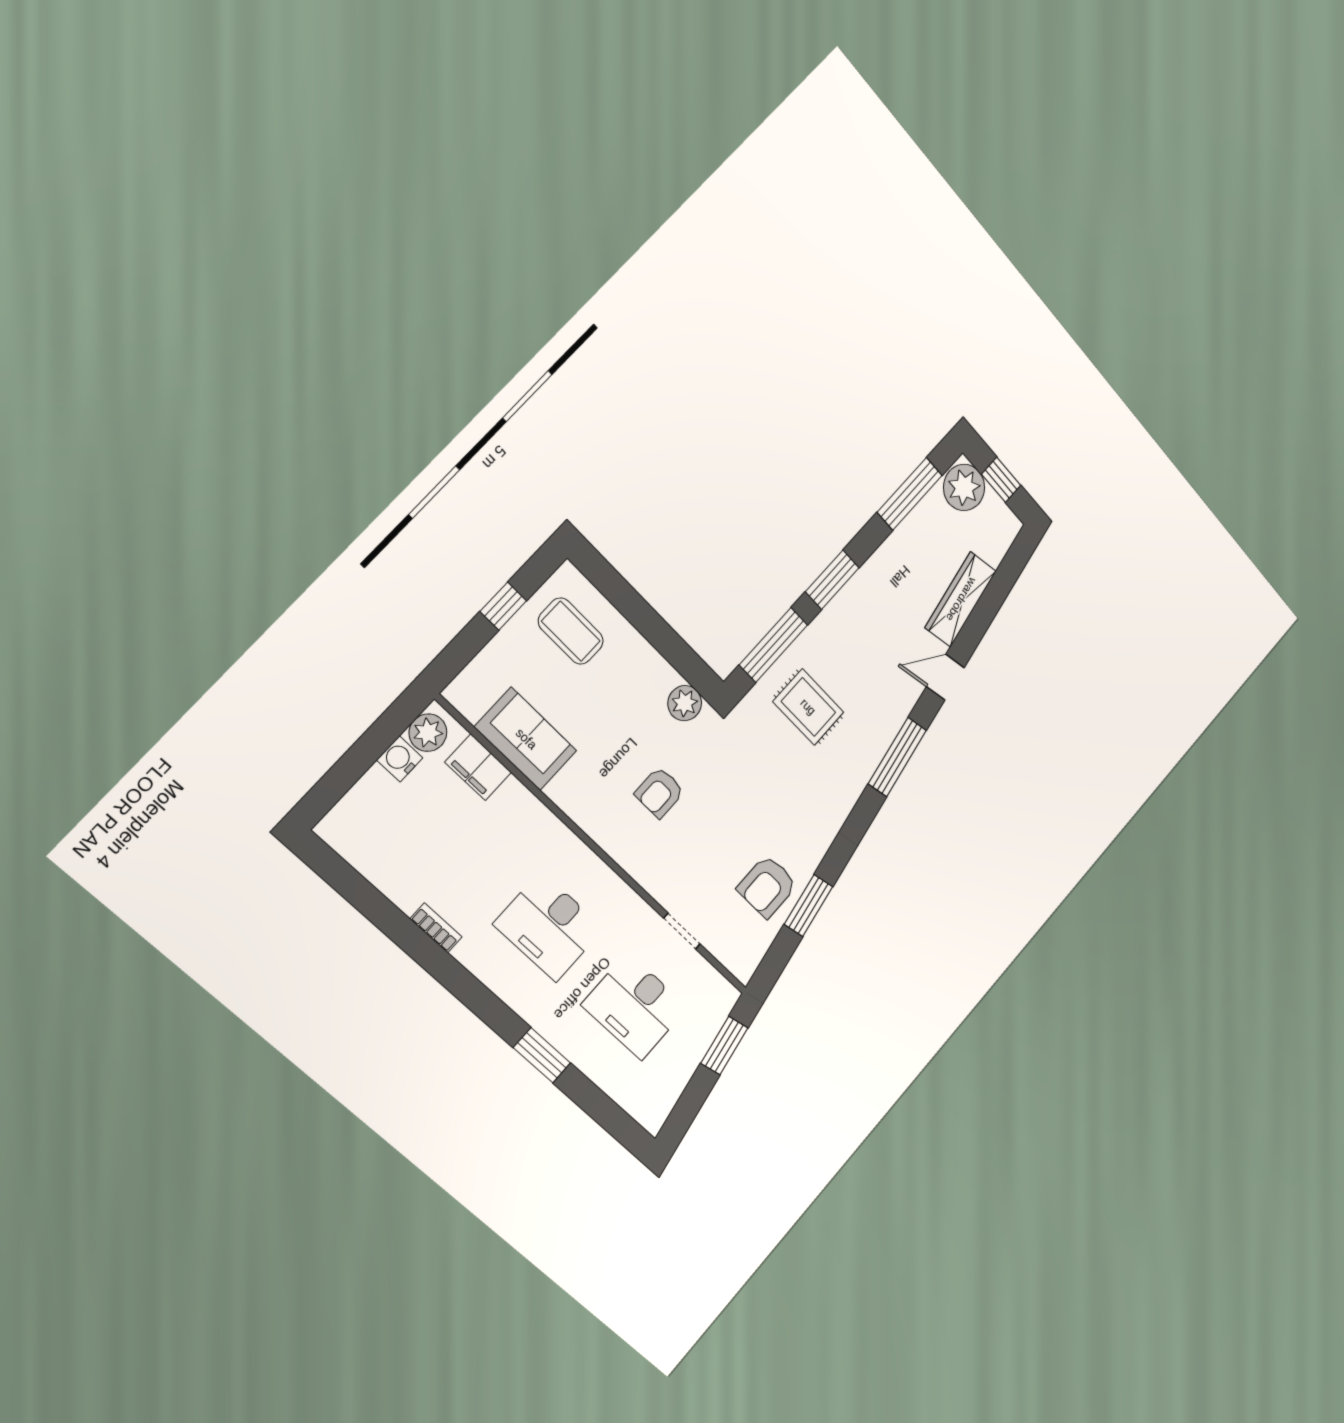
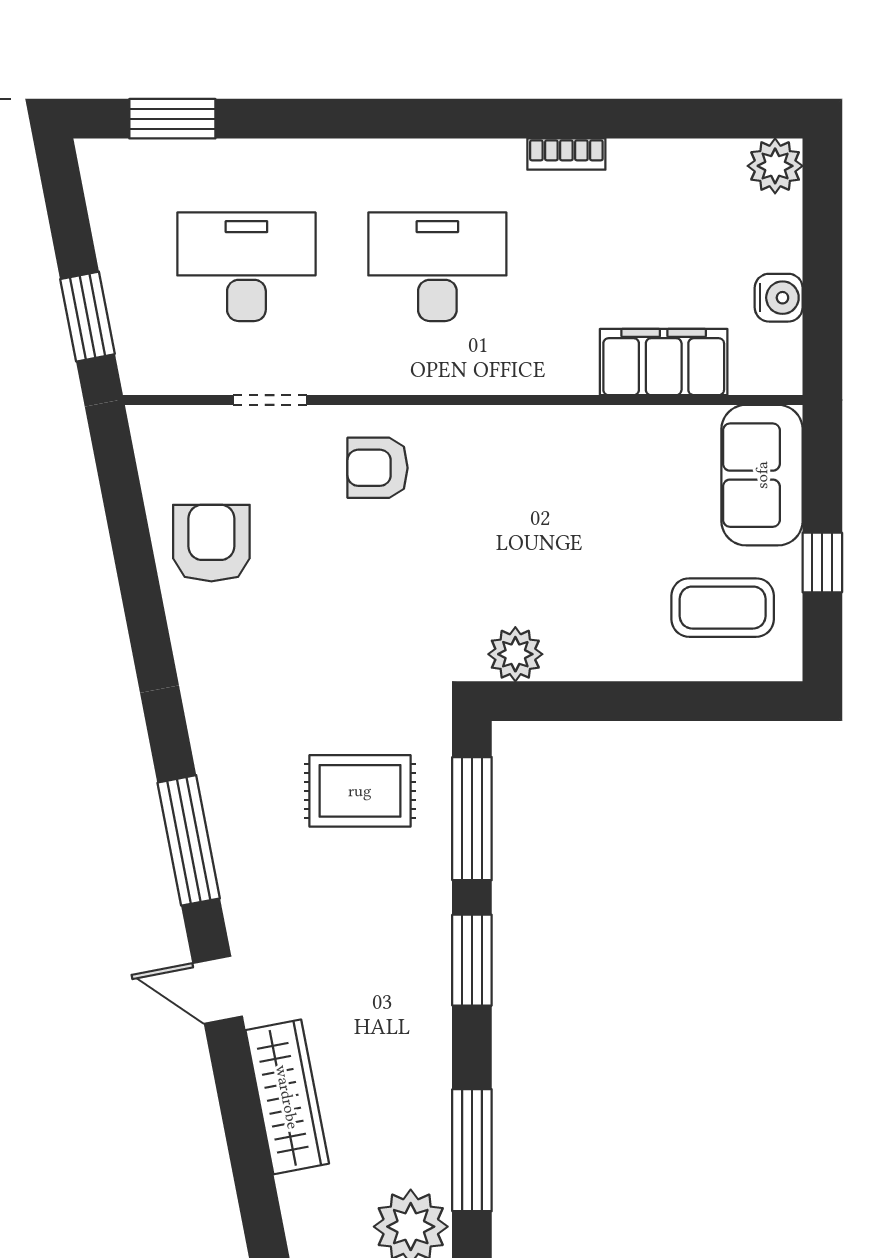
door: (945, 677) -> (218, 990), swing flipped
plant: (428, 733) -> (775, 166), moved
sofa: (526, 739) -> (762, 475), moved, turned 90
filing cabinet: (478, 767) -> (664, 362), width x1.50, depth x1.17
armchair: (659, 792) -> (377, 468), moved, turned -90
window: (808, 905) -> (136, 568), removed
window: (542, 1055) -> (172, 119), moved

